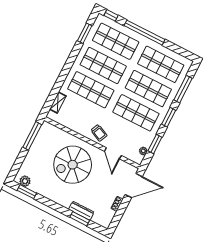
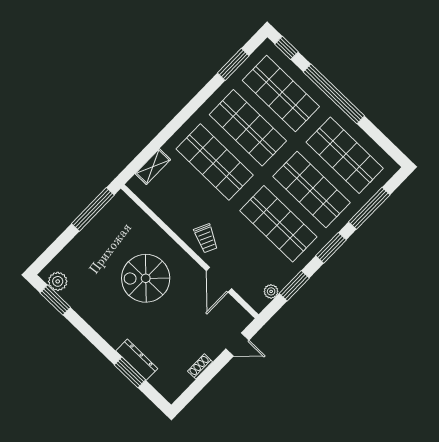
spiral stairs: (73, 165) -> (146, 278), width x0.73, depth x0.73
door: (134, 186) -> (237, 344), width x0.53

